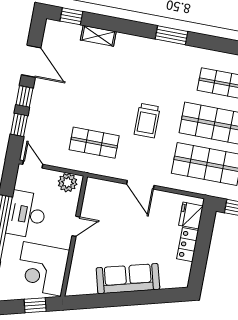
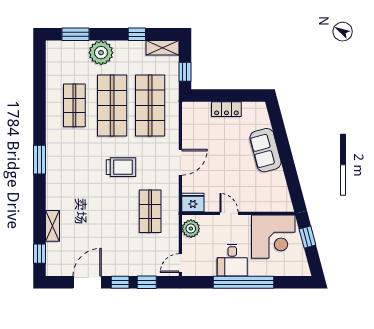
desk: (27, 214) -> (232, 260), width x0.73
fridge: (191, 216) -> (193, 202), moved, turned 180
sofa: (128, 279) -> (265, 150), width x0.73

